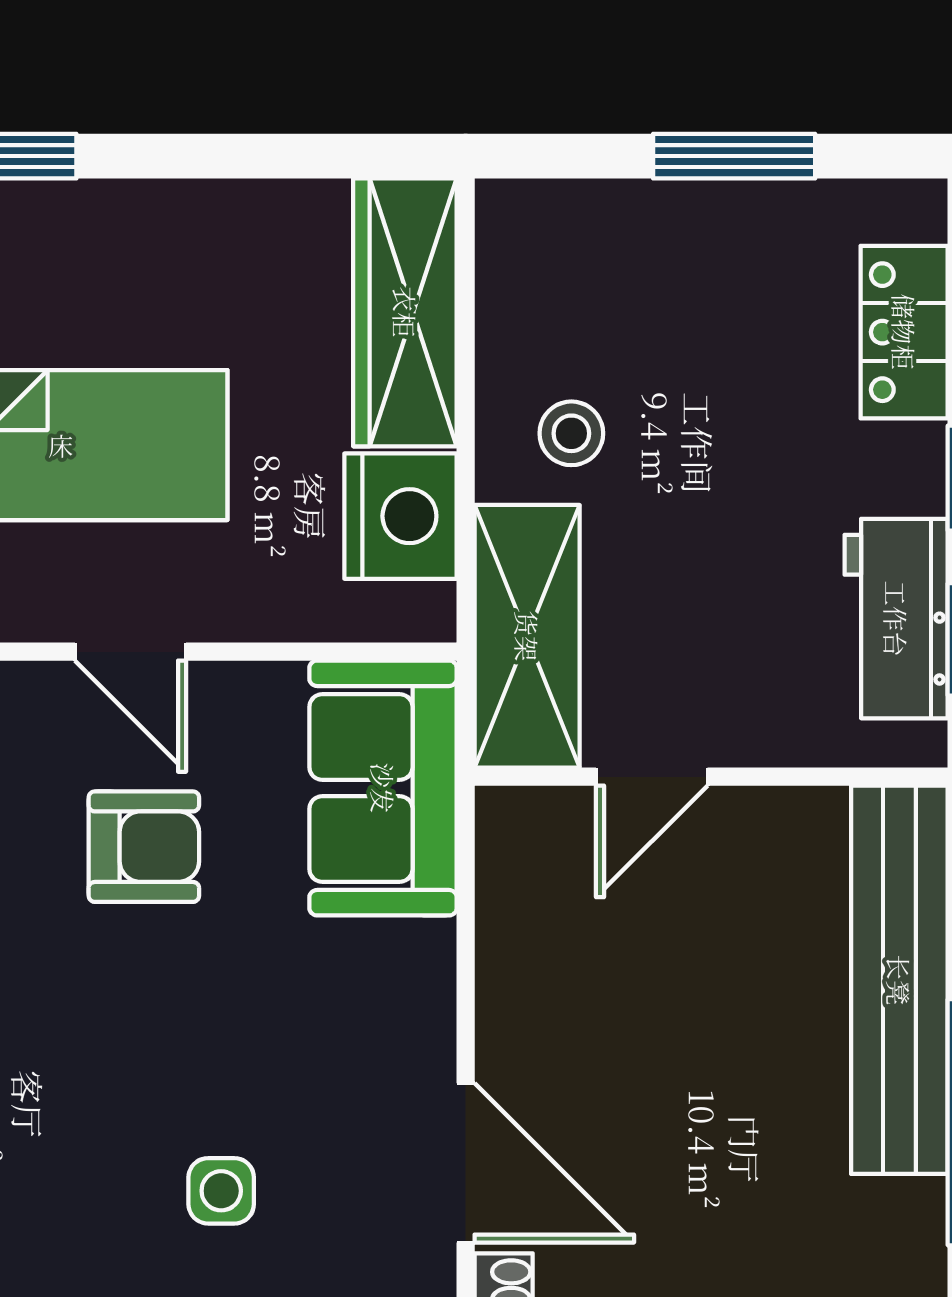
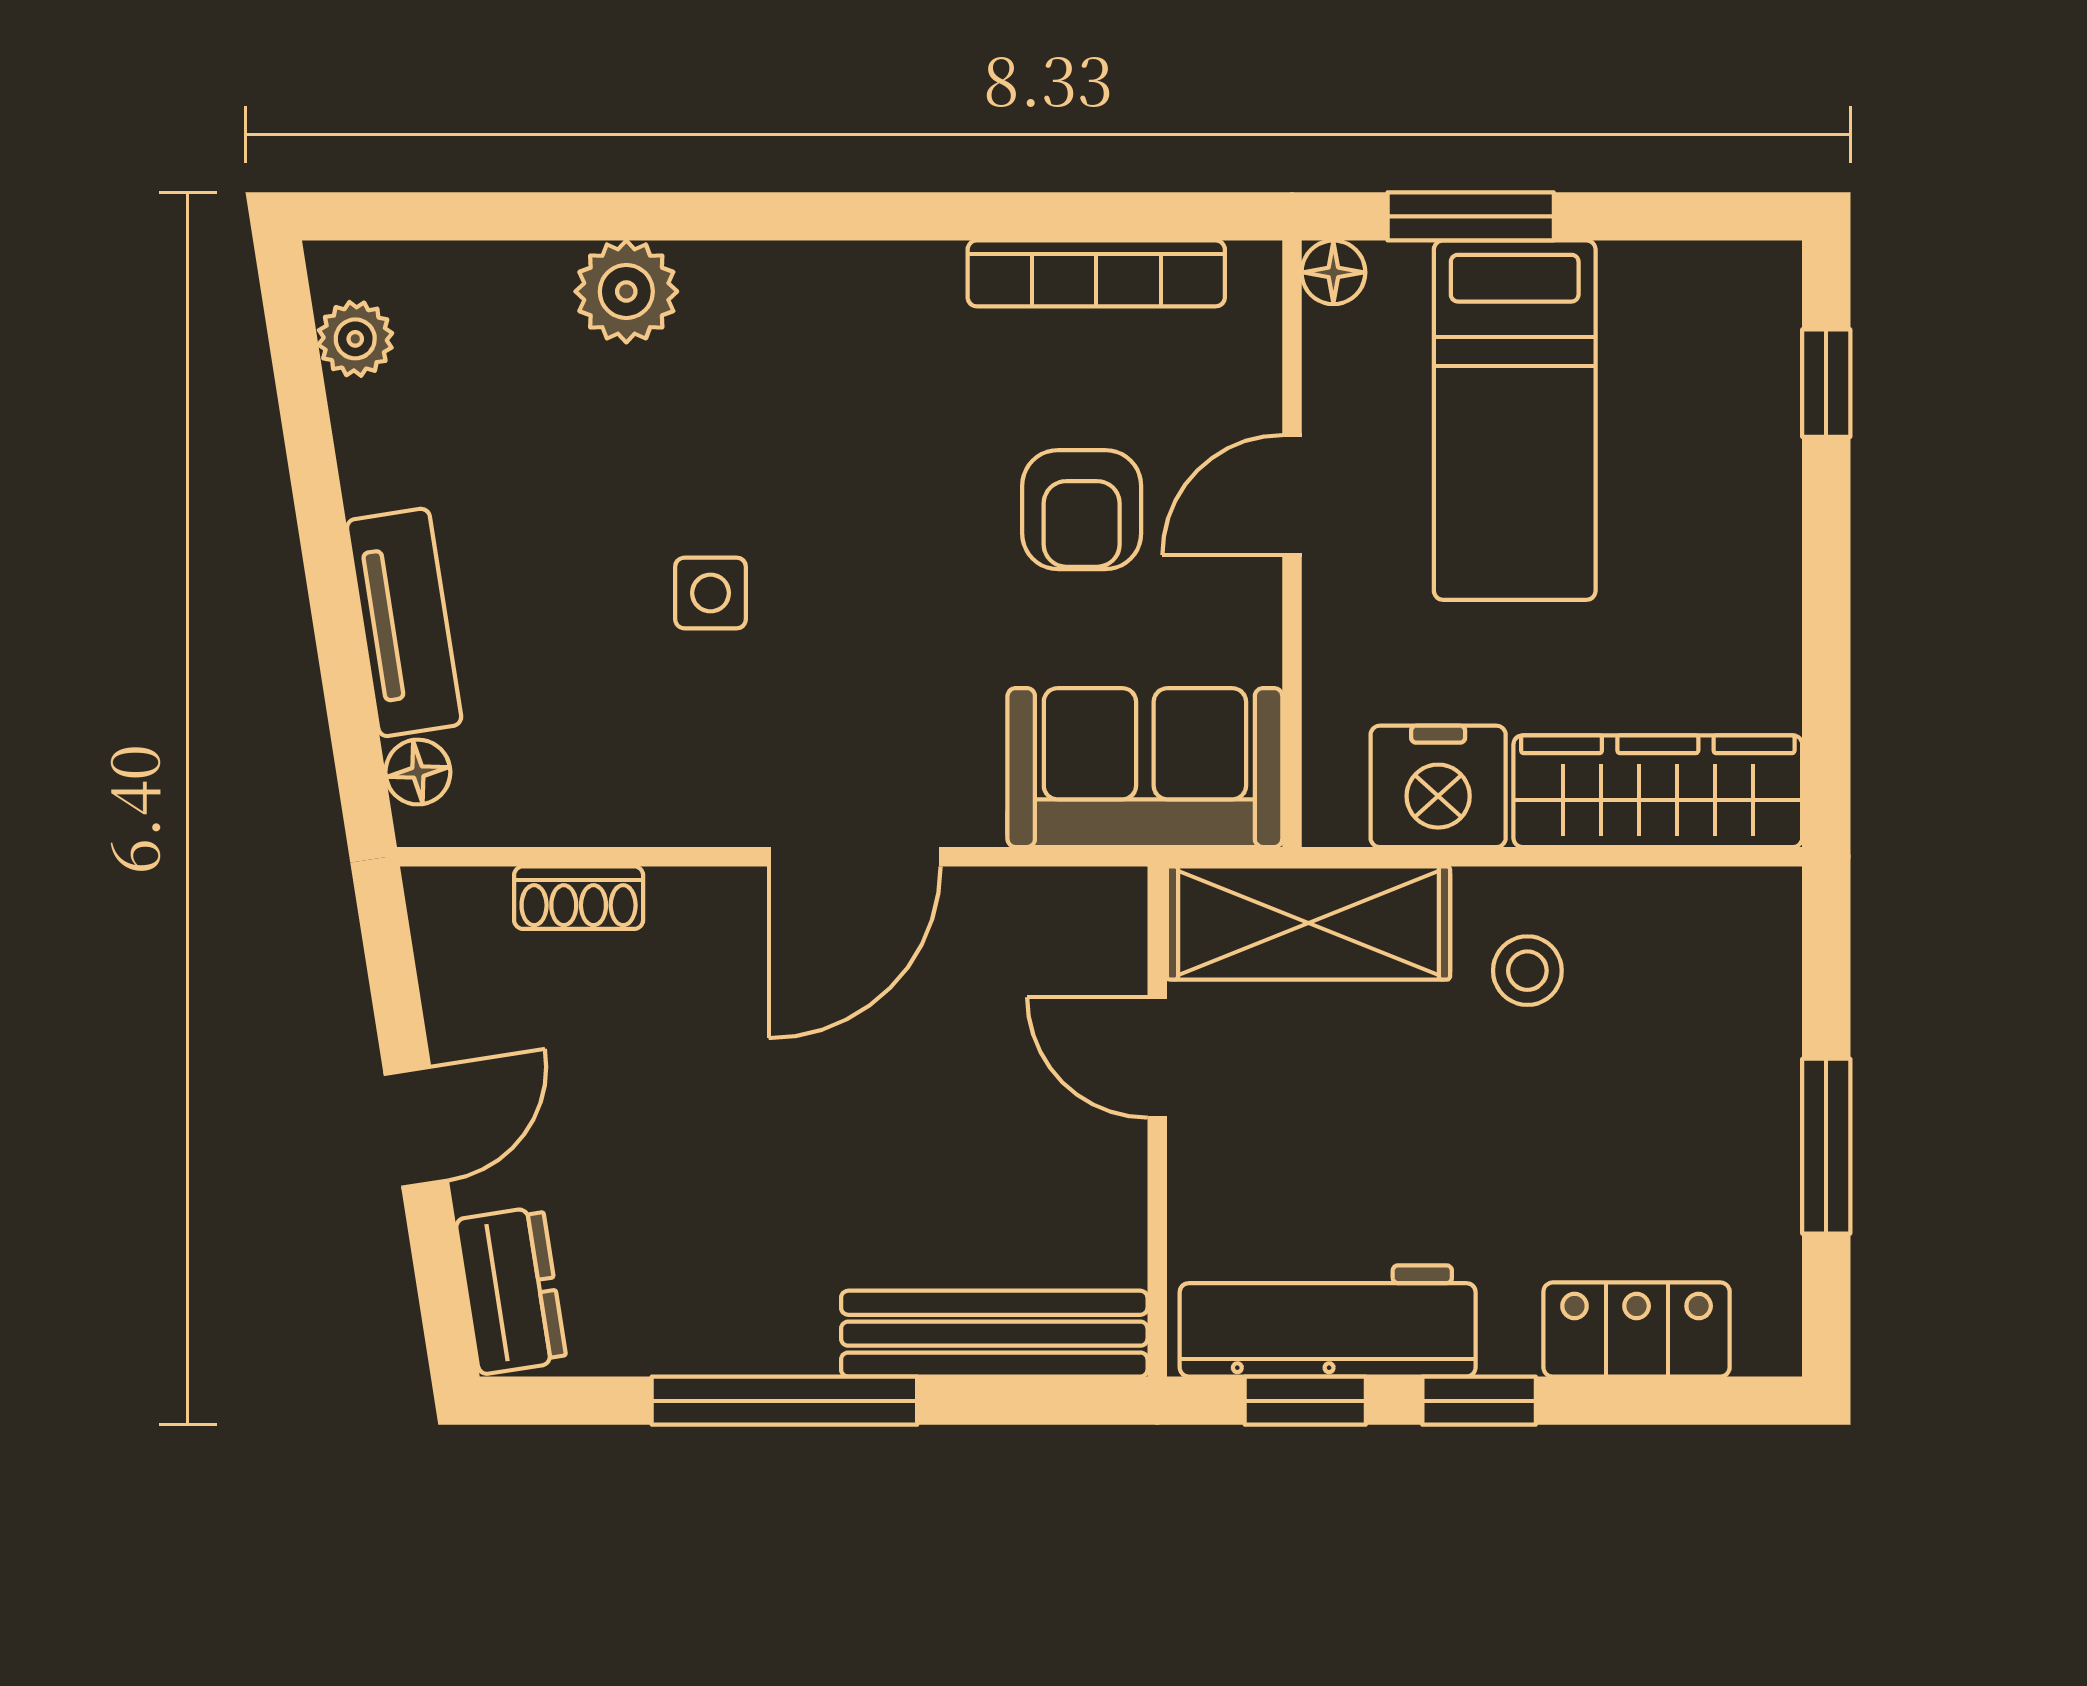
workbench: (896, 619) -> (1328, 1321), width x1.38
bench: (899, 980) -> (994, 1334), width x0.73, depth x0.82
door: (466, 1163) -> (855, 857), moved

